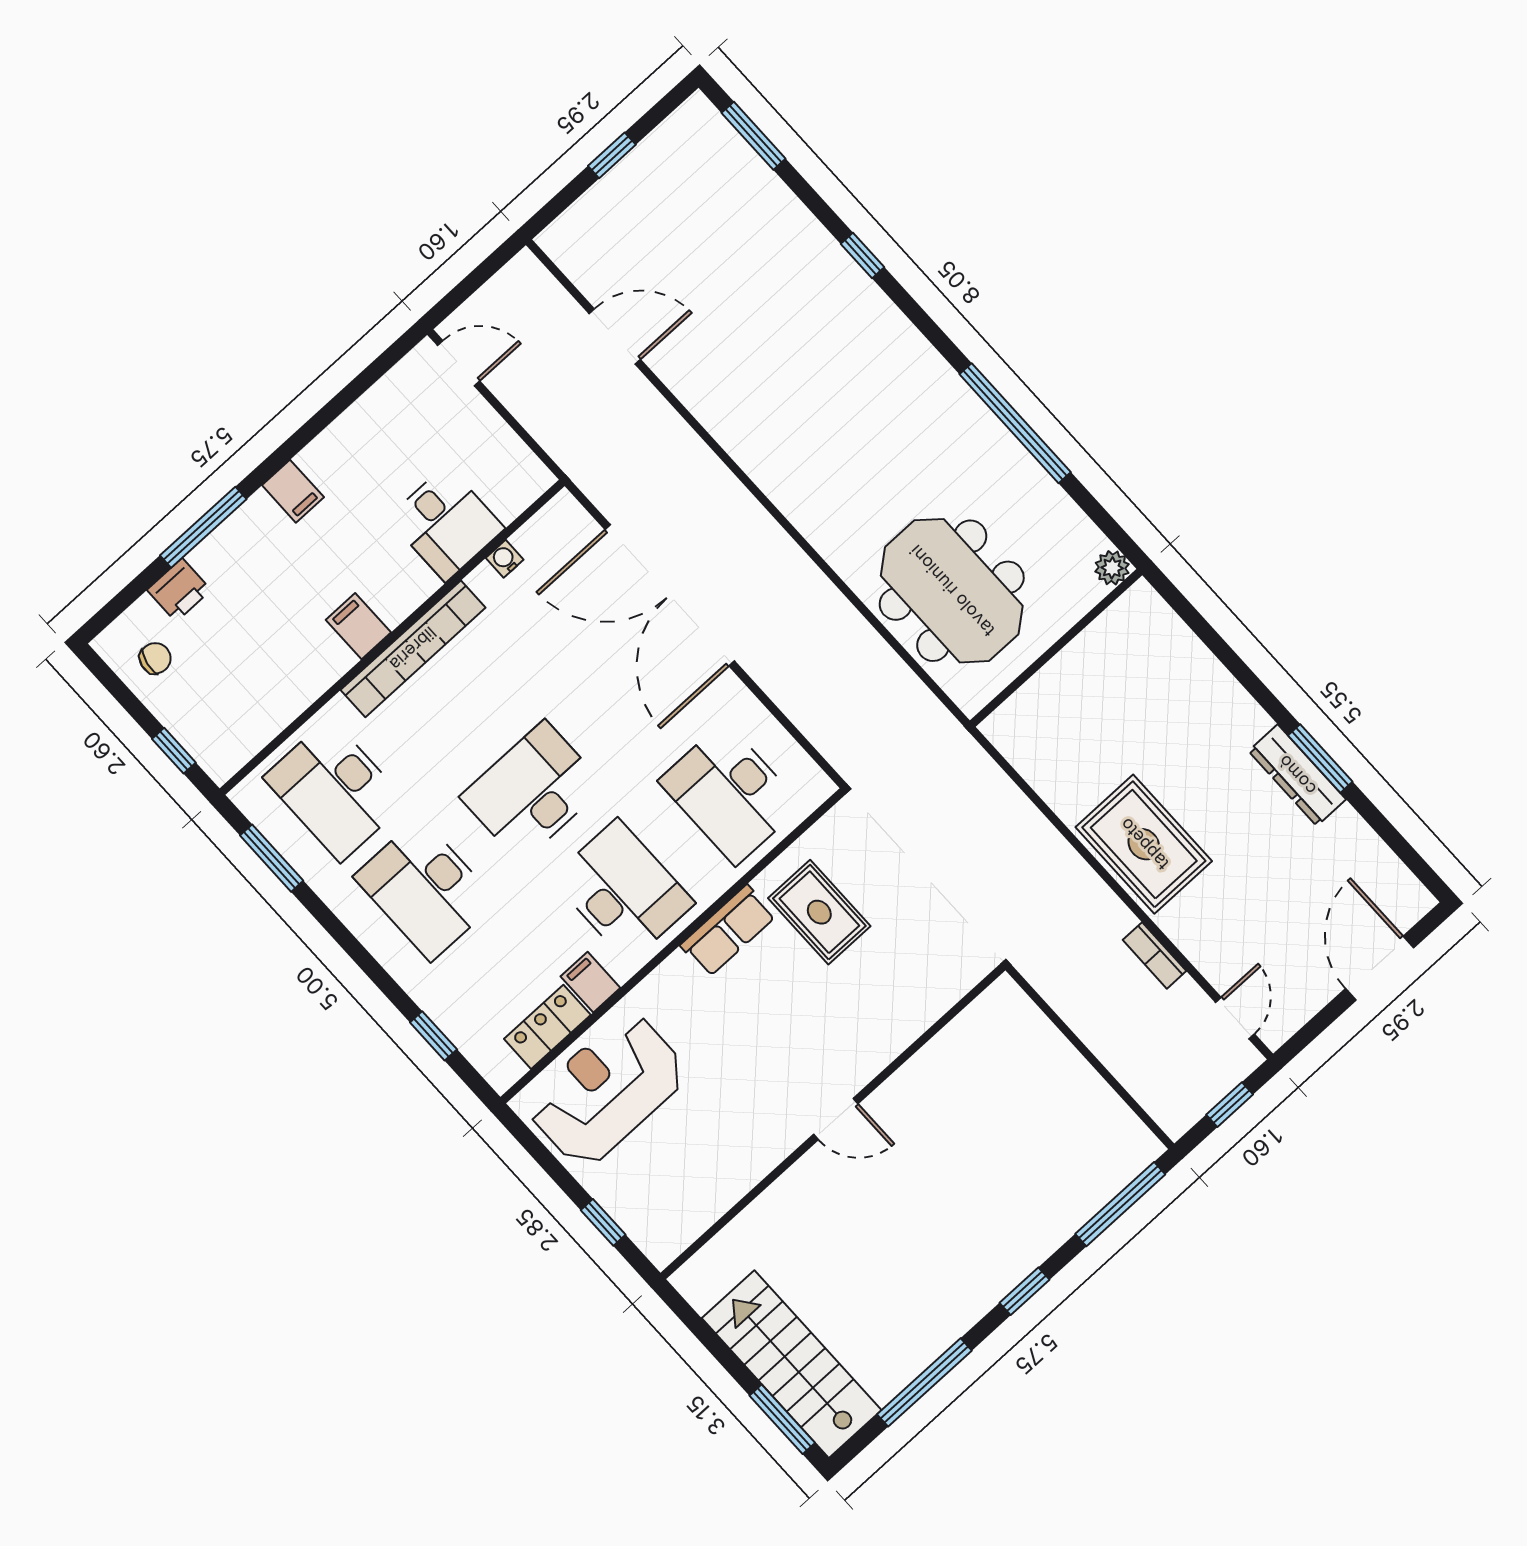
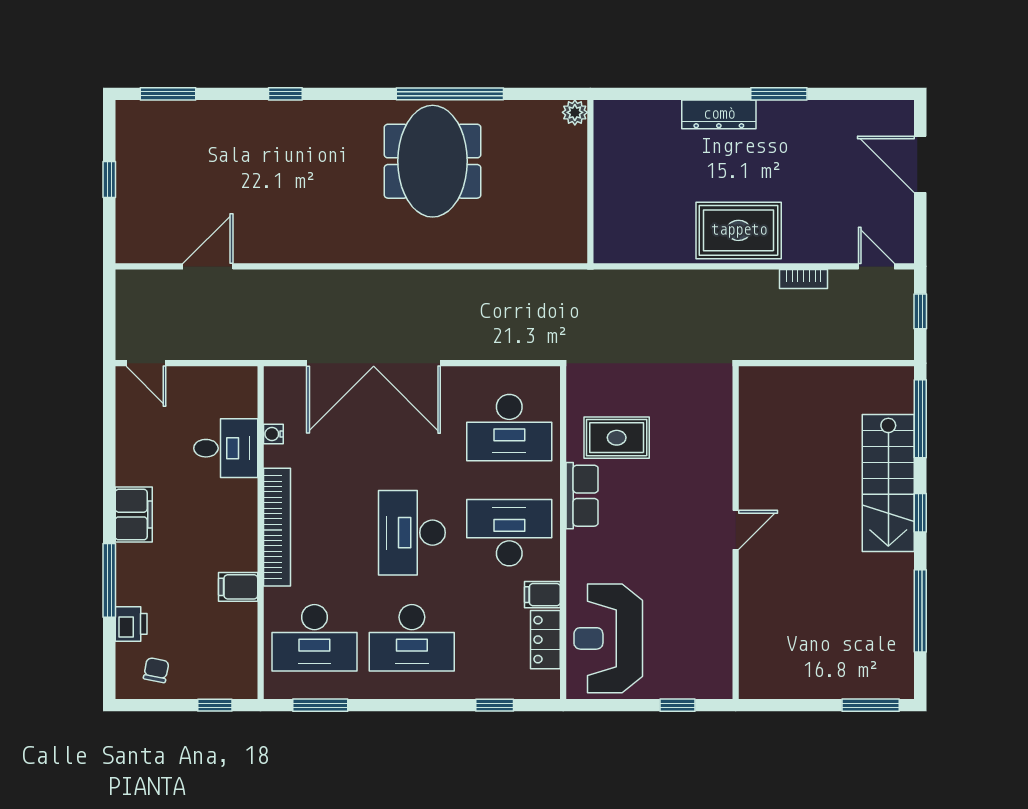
door: (459, 363) -> (146, 363), swing flipped
filing cabinet: (293, 491) -> (134, 515), width x2.00
meeting table: (952, 591) -> (433, 161), moved, turned 90
filing cabinet: (358, 626) -> (238, 587), moved
dresser: (1297, 775) -> (719, 114), moved
stairs: (792, 1364) -> (888, 483), moved, turned -90

